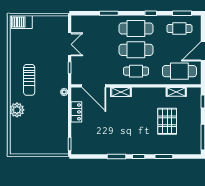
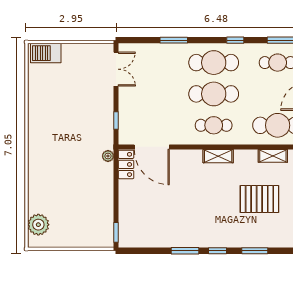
double door: (70, 44) -> (116, 69), moved
sun lounger: (29, 80) -> (56, 138), removed
shelving: (121, 92) -> (218, 156), moved
plant: (17, 110) -> (38, 225), moved
locker: (76, 112) -> (126, 164), moved
pallet: (167, 121) -> (259, 199), turned 90

